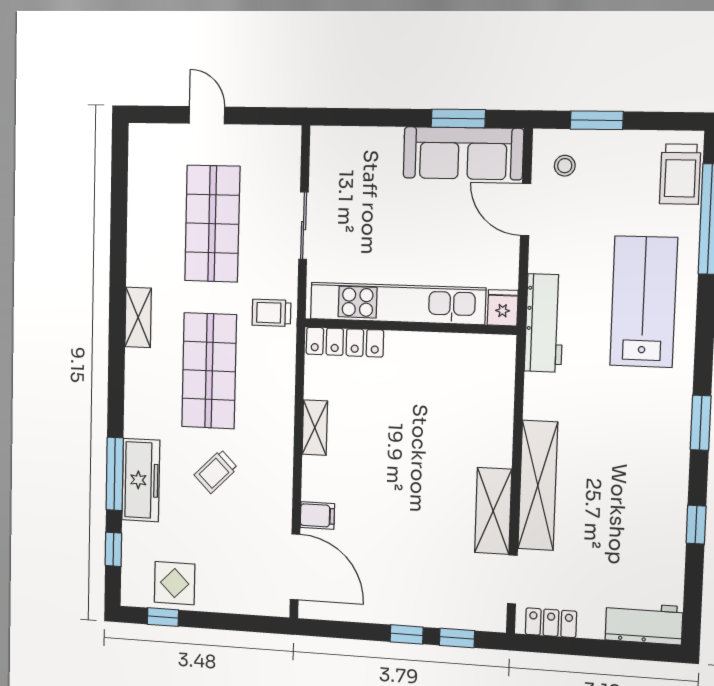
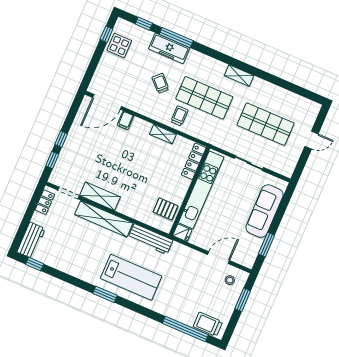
sofa: (463, 153) -> (265, 211), moved
lab bench: (644, 302) -> (131, 277), moved
trolley: (271, 313) -> (179, 116), moved
workbench: (544, 323) -> (150, 239), moved
pallet: (466, 363) -> (166, 209), added
window: (696, 525) -> (35, 264), moved

